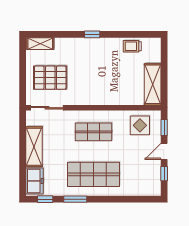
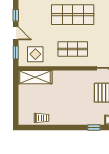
window: (92, 34) -> (94, 127), moved
shelving: (153, 84) -> (35, 77), moved, turned 90
door: (164, 151) -> (16, 33), hinge flipped

